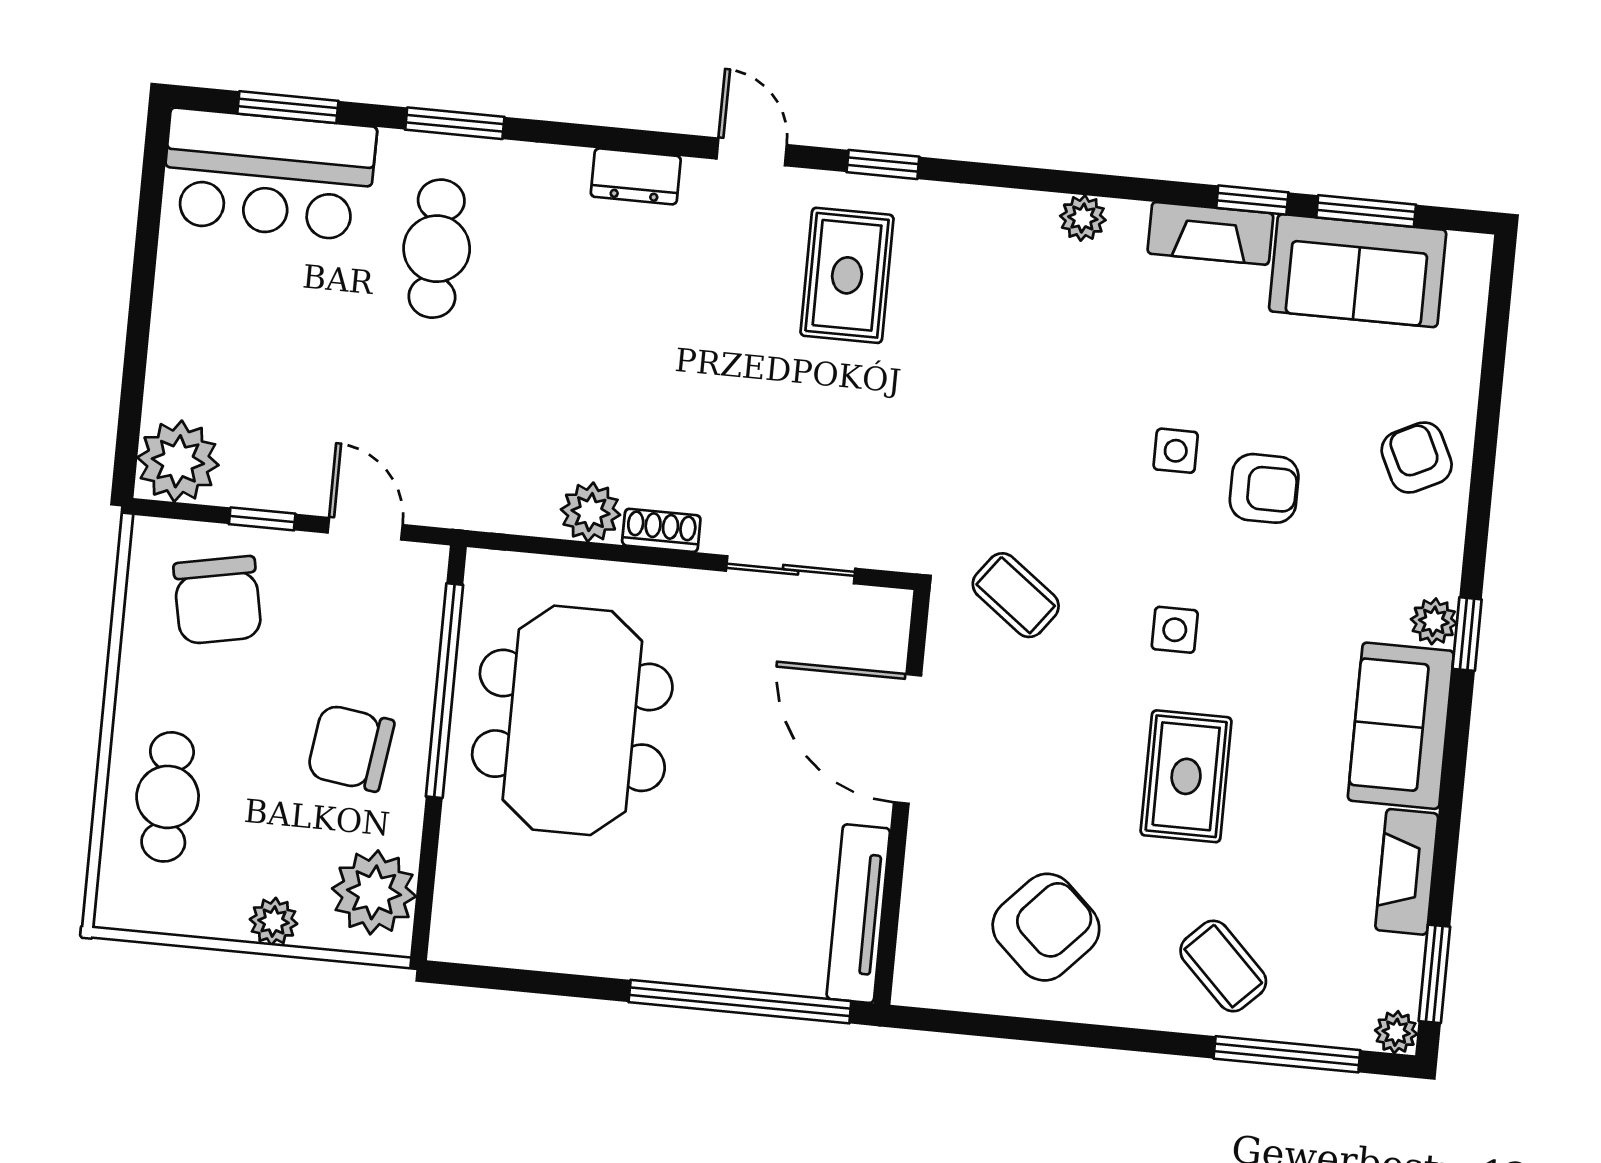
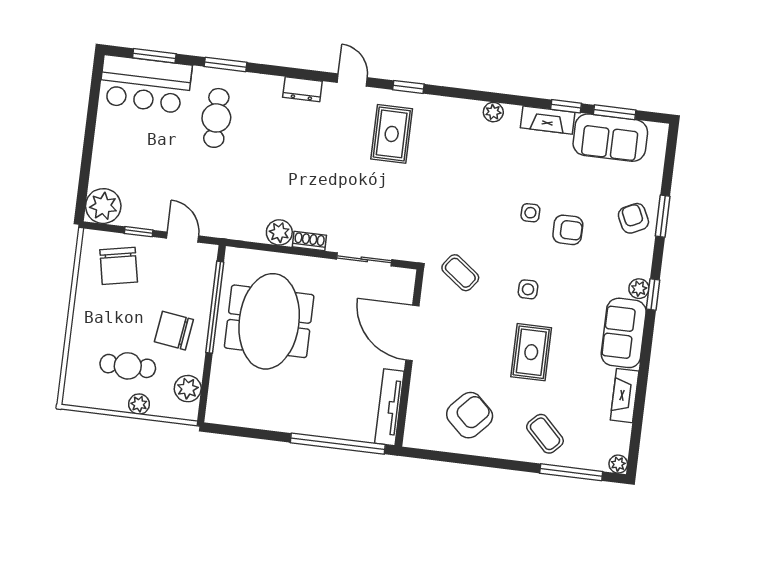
cafe table: (168, 797) -> (128, 366), moved, turned 90
plant: (374, 892) -> (188, 389), width x0.73, depth x0.73
window: (1434, 974) -> (663, 216), moved

